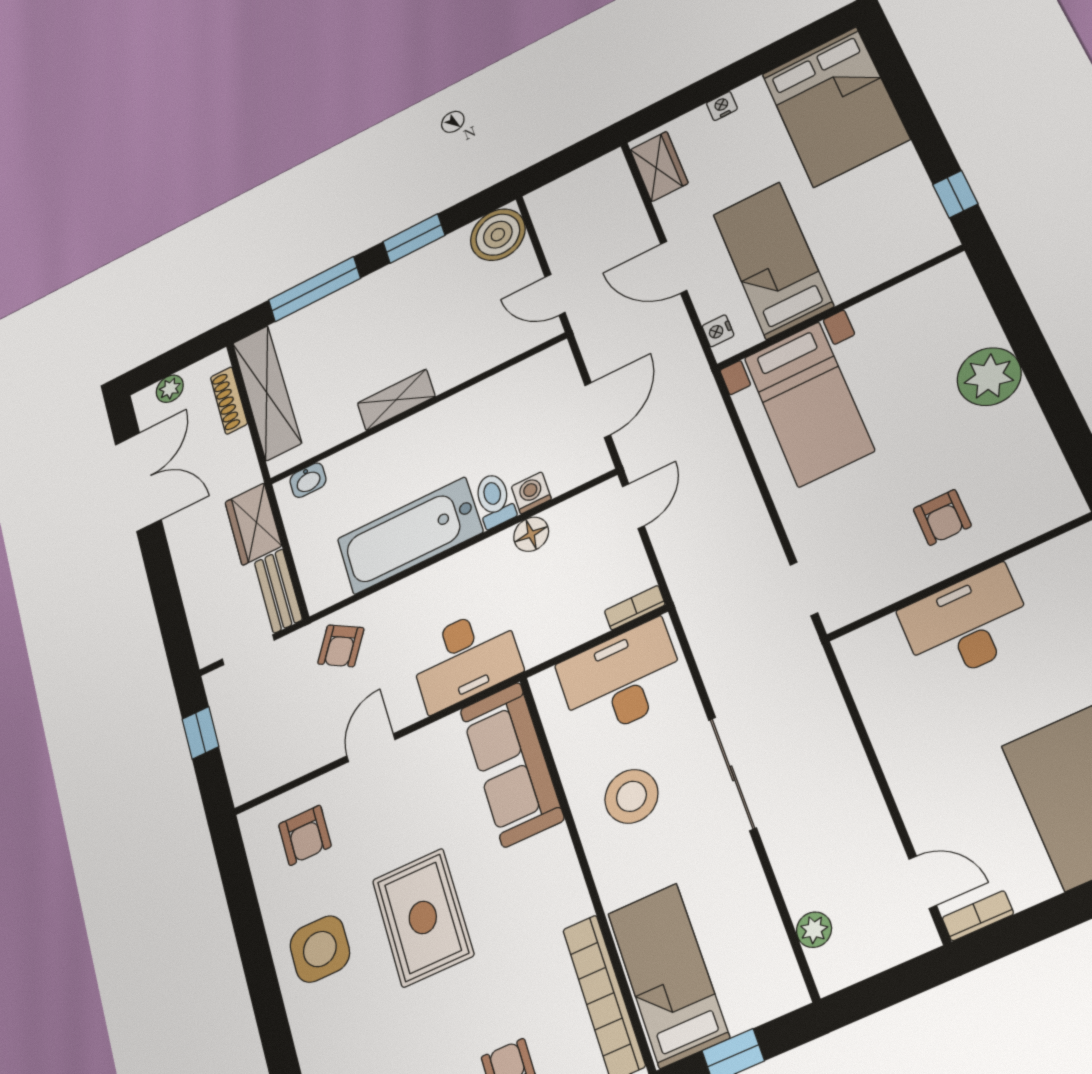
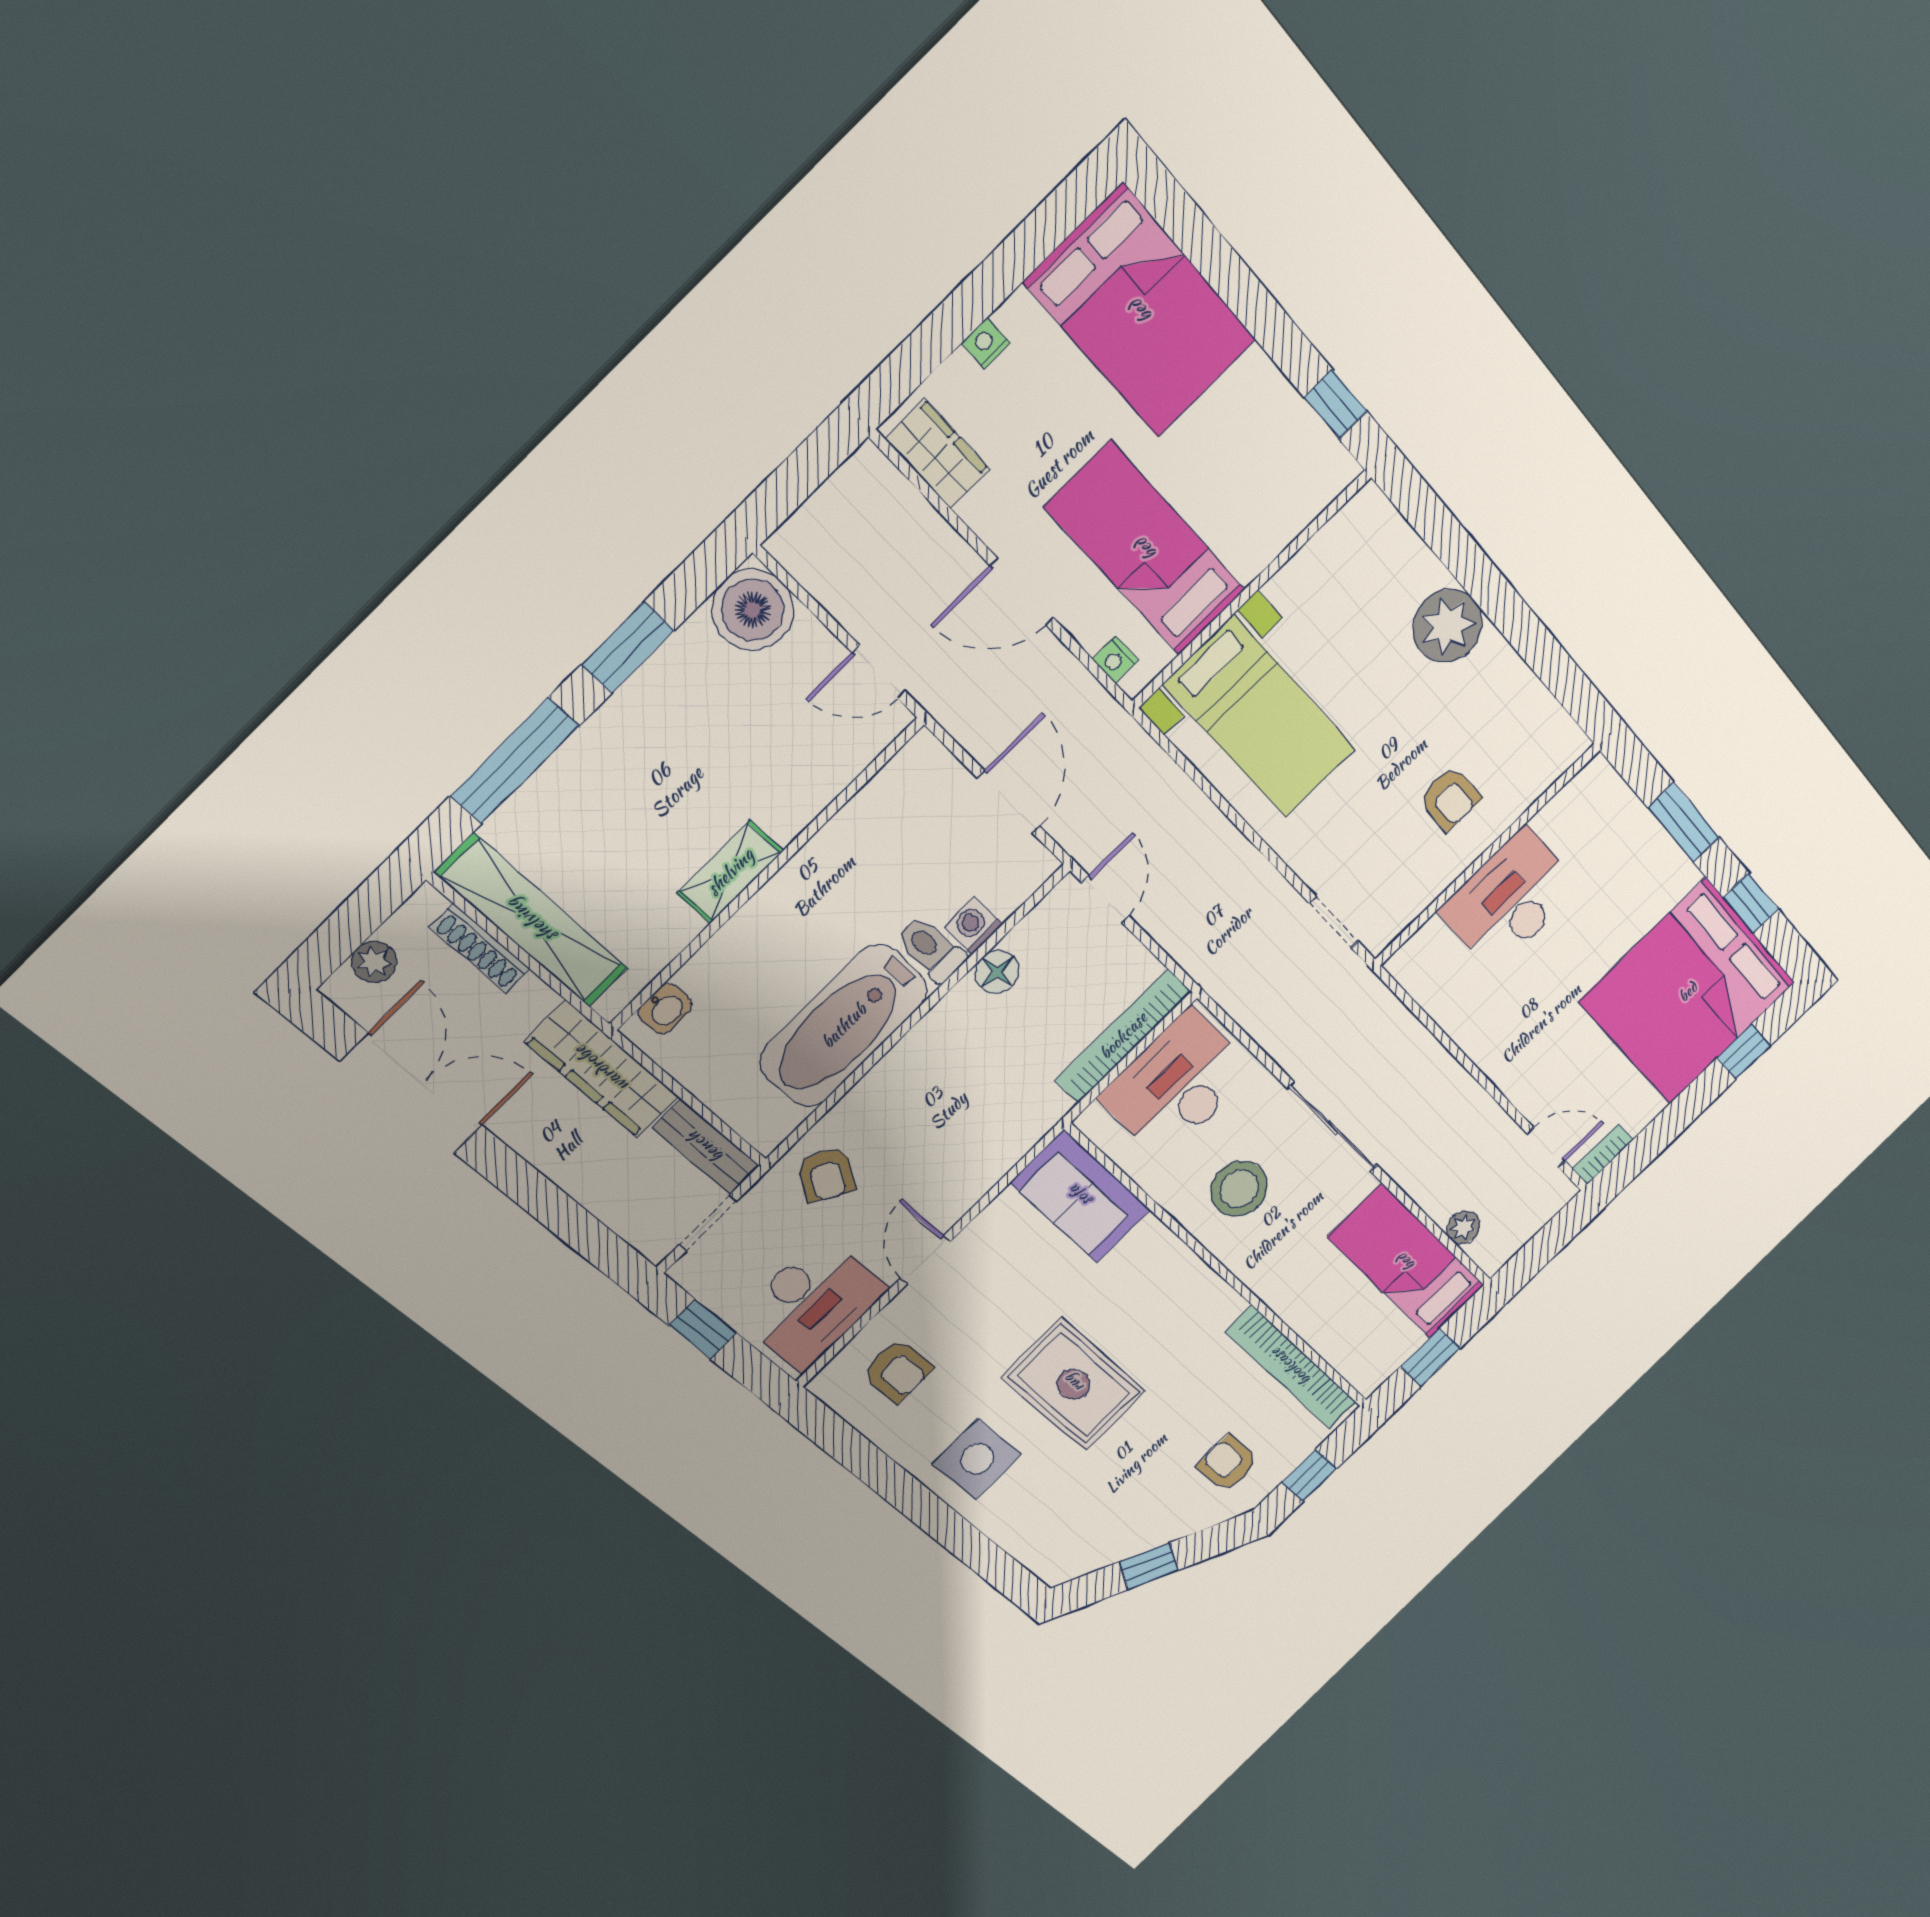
wardrobe: (253, 524) -> (602, 1069), width x1.50
bookcase: (635, 608) -> (1123, 1036), width x2.31, depth x1.31
desk: (465, 658) -> (812, 1303), moved
sofa: (511, 764) -> (1080, 1196), width x0.73
bed: (668, 975) -> (1406, 1262), moved

